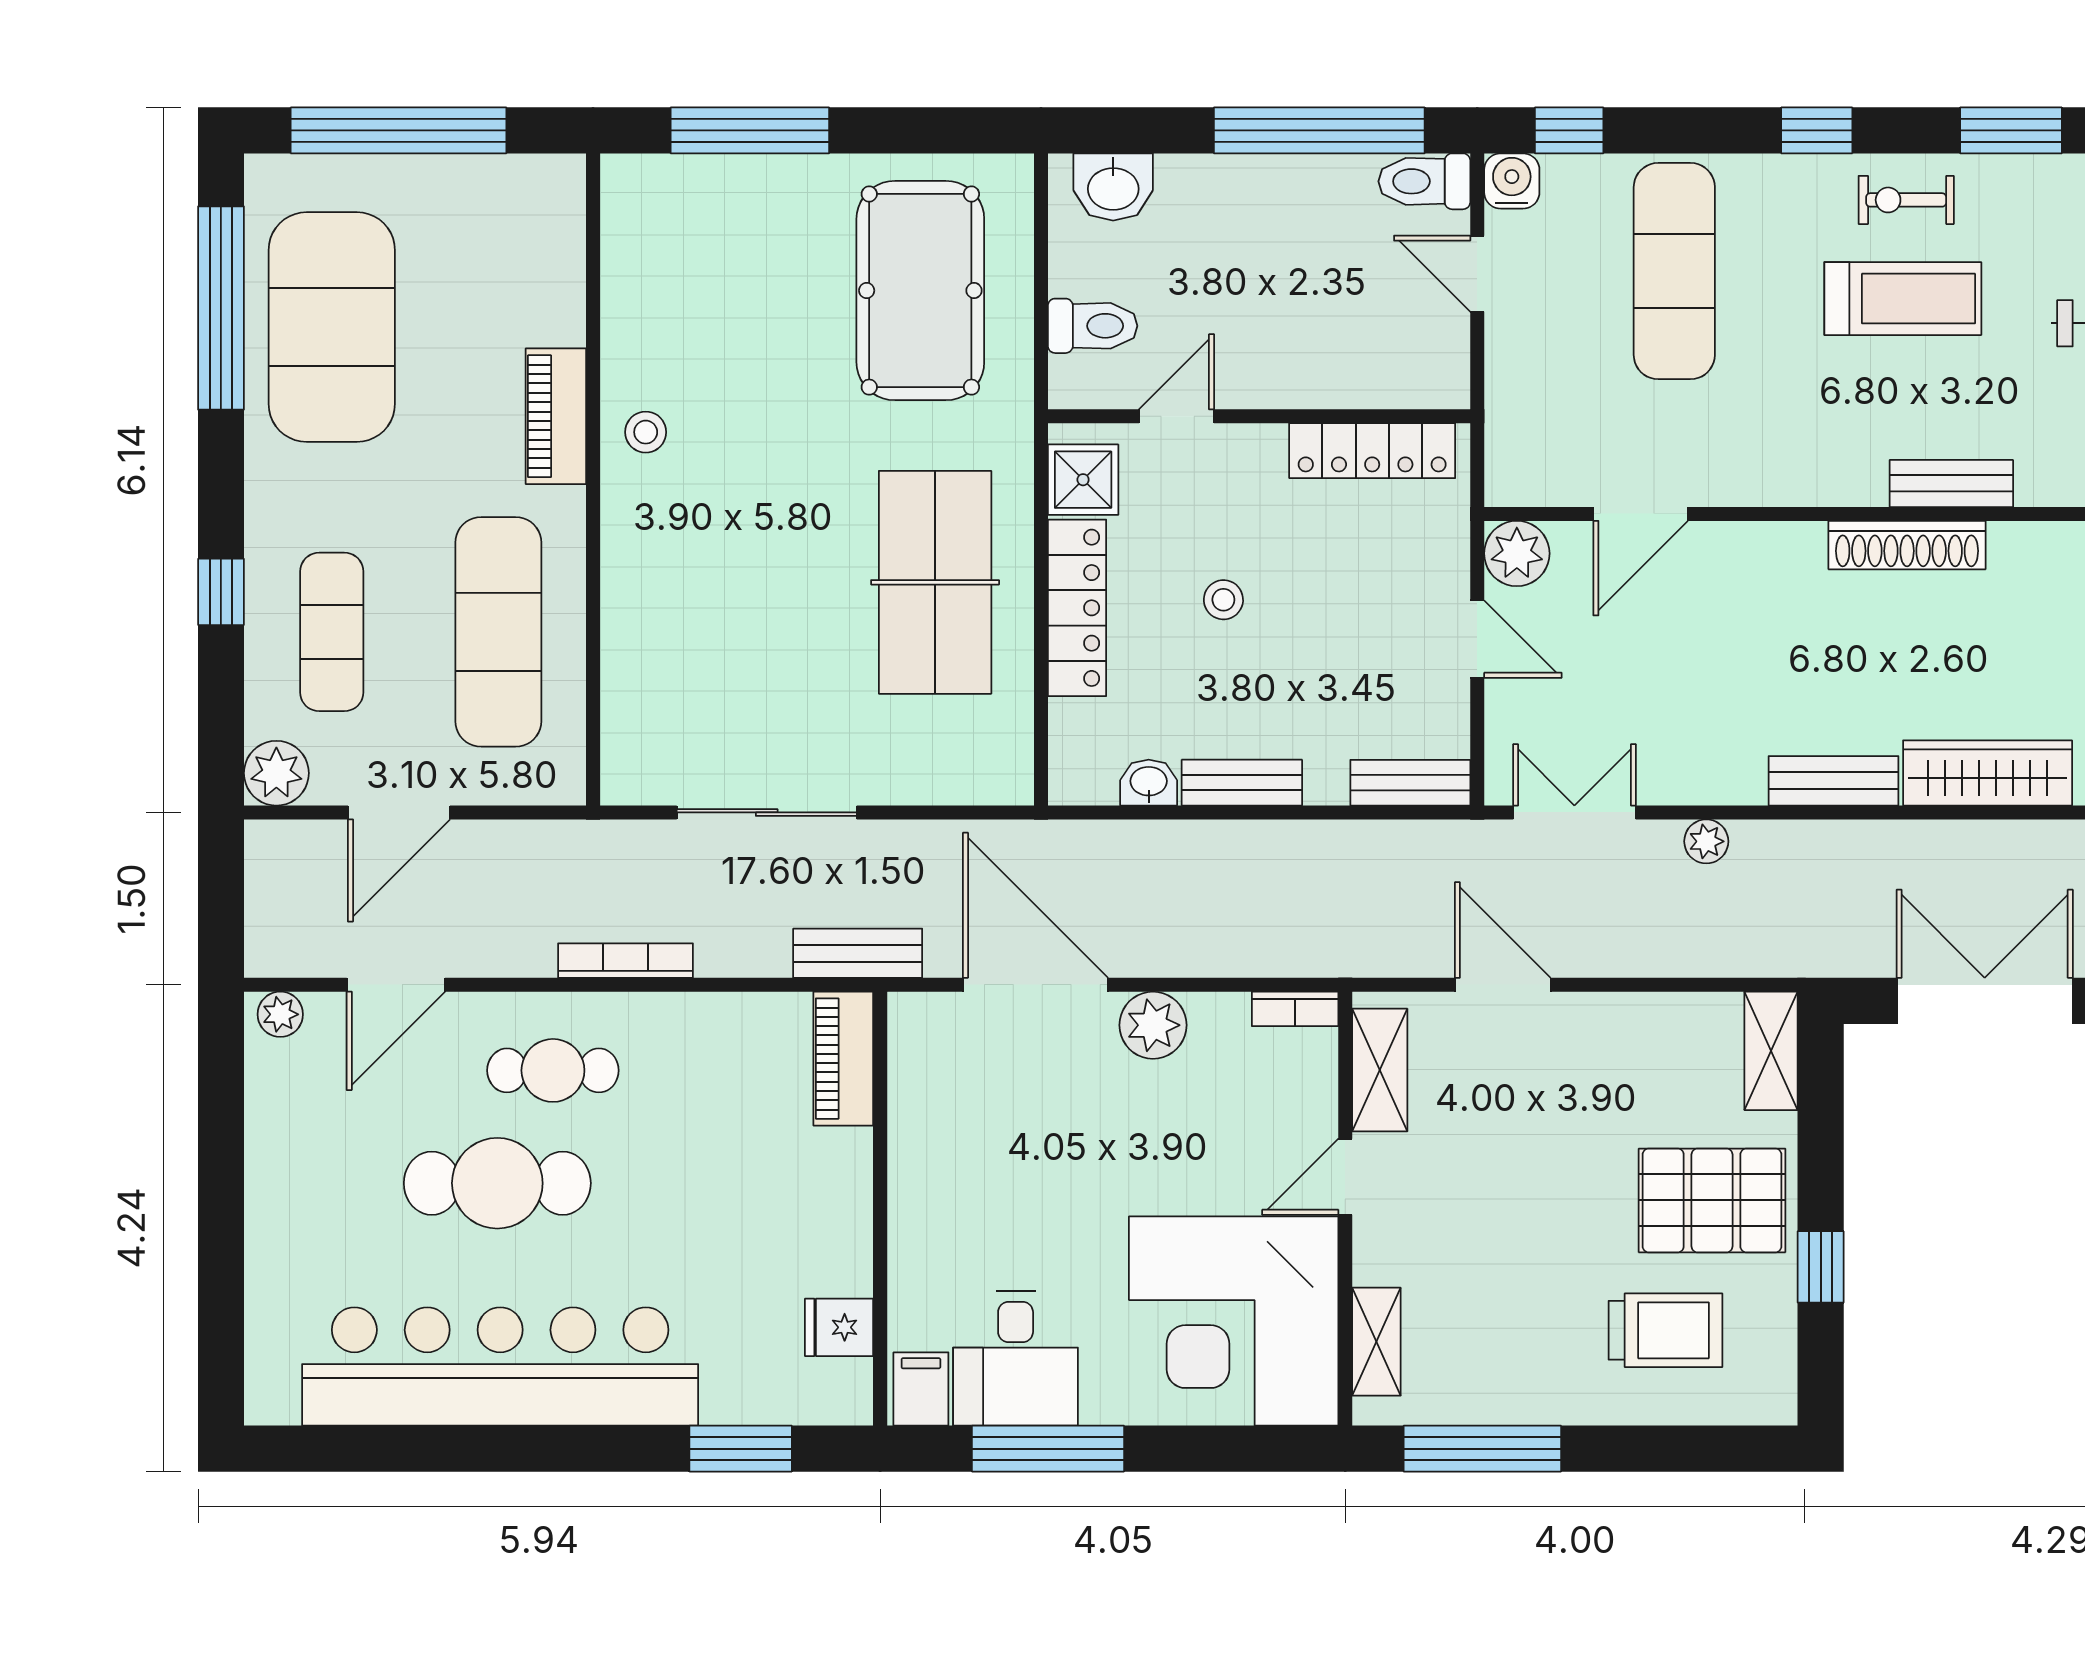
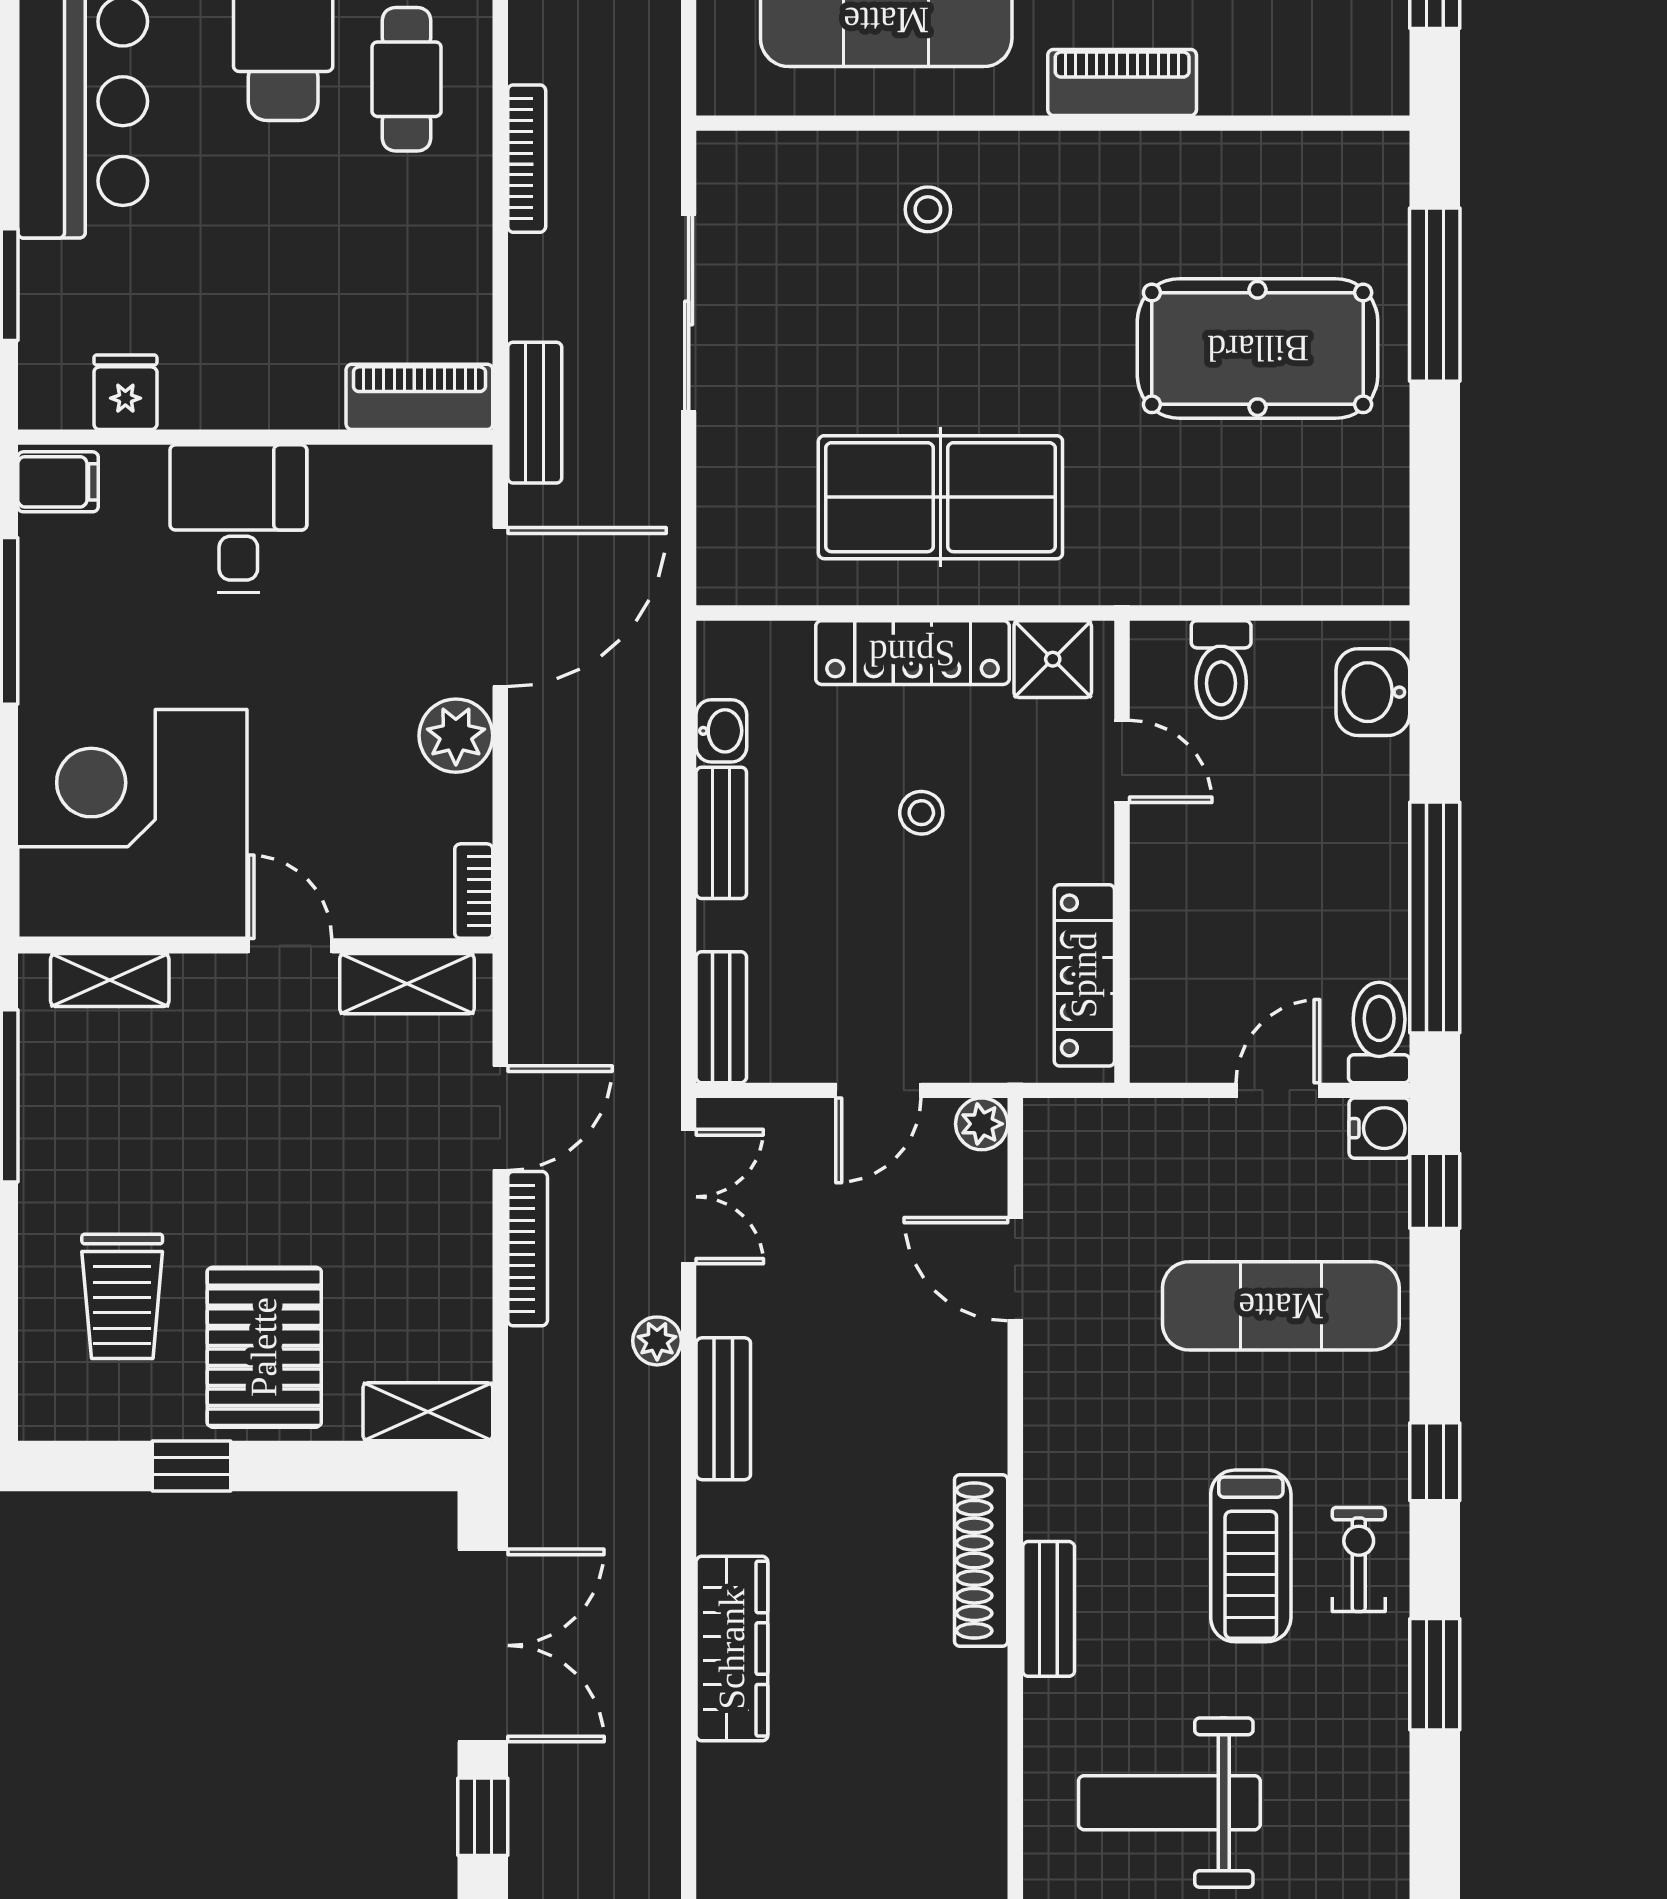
pool table: (920, 291) -> (1258, 348), moved
stool: (646, 432) -> (928, 209), moved
plant: (1517, 553) -> (982, 1124), width x0.73, depth x0.73
bench: (1834, 781) -> (723, 1409), moved
bookcase: (1622, 960) -> (528, 1249), added
desk: (1016, 1358) -> (238, 518), moved, turned 90

